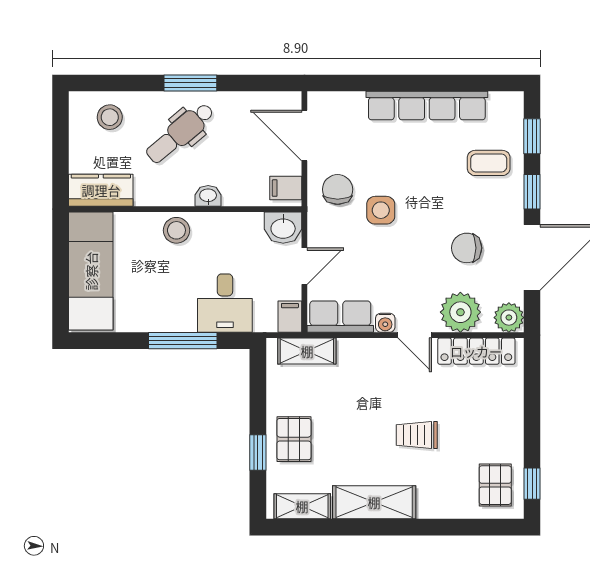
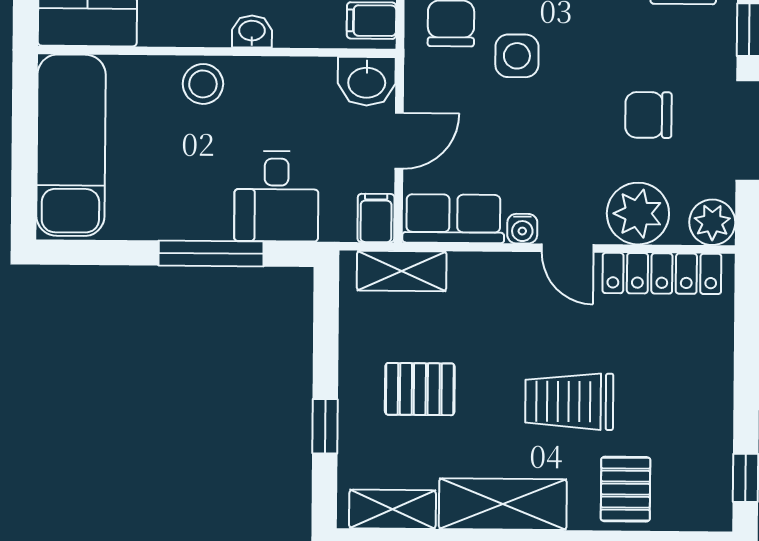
trolley: (417, 435) -> (569, 402), width x1.36, depth x1.39
pallet: (294, 439) -> (420, 389), moved, turned 90
pallet: (495, 485) -> (625, 489), moved

